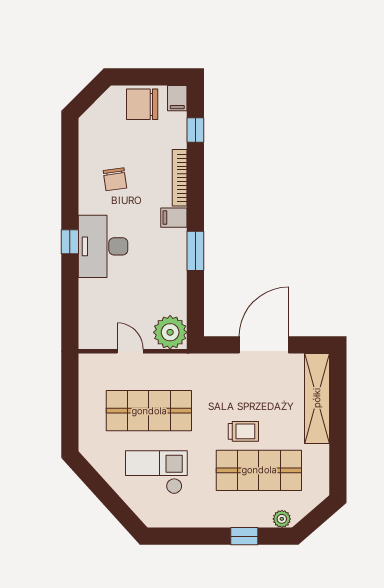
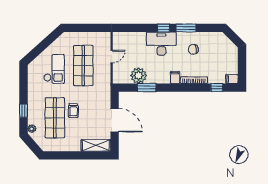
chair: (142, 104) -> (229, 62), removed
window: (70, 195) -> (186, 28), added
window: (195, 251) -> (147, 88), moved
plant: (170, 332) -> (139, 76), moved
shelving: (317, 398) -> (96, 145), width x0.68

